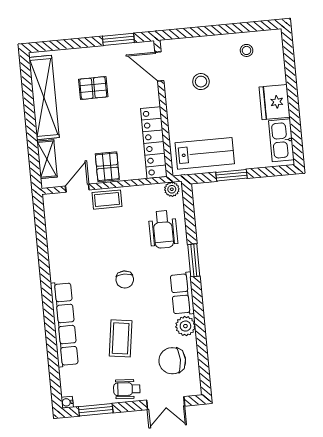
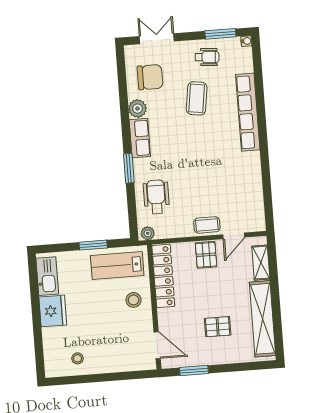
stool: (201, 82) -> (134, 300), moved
chair: (125, 280) -> (192, 152), removed
wheelchair: (127, 389) -> (207, 57), moved

